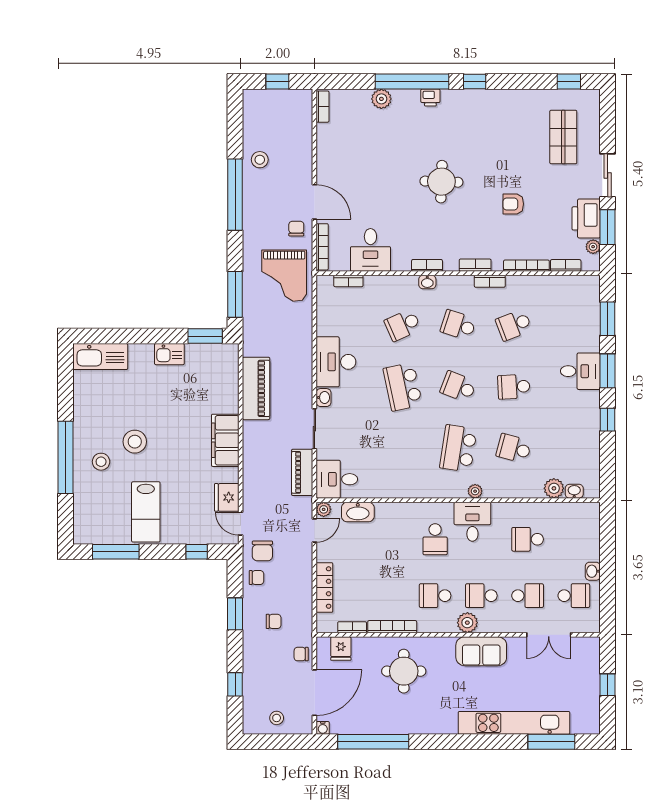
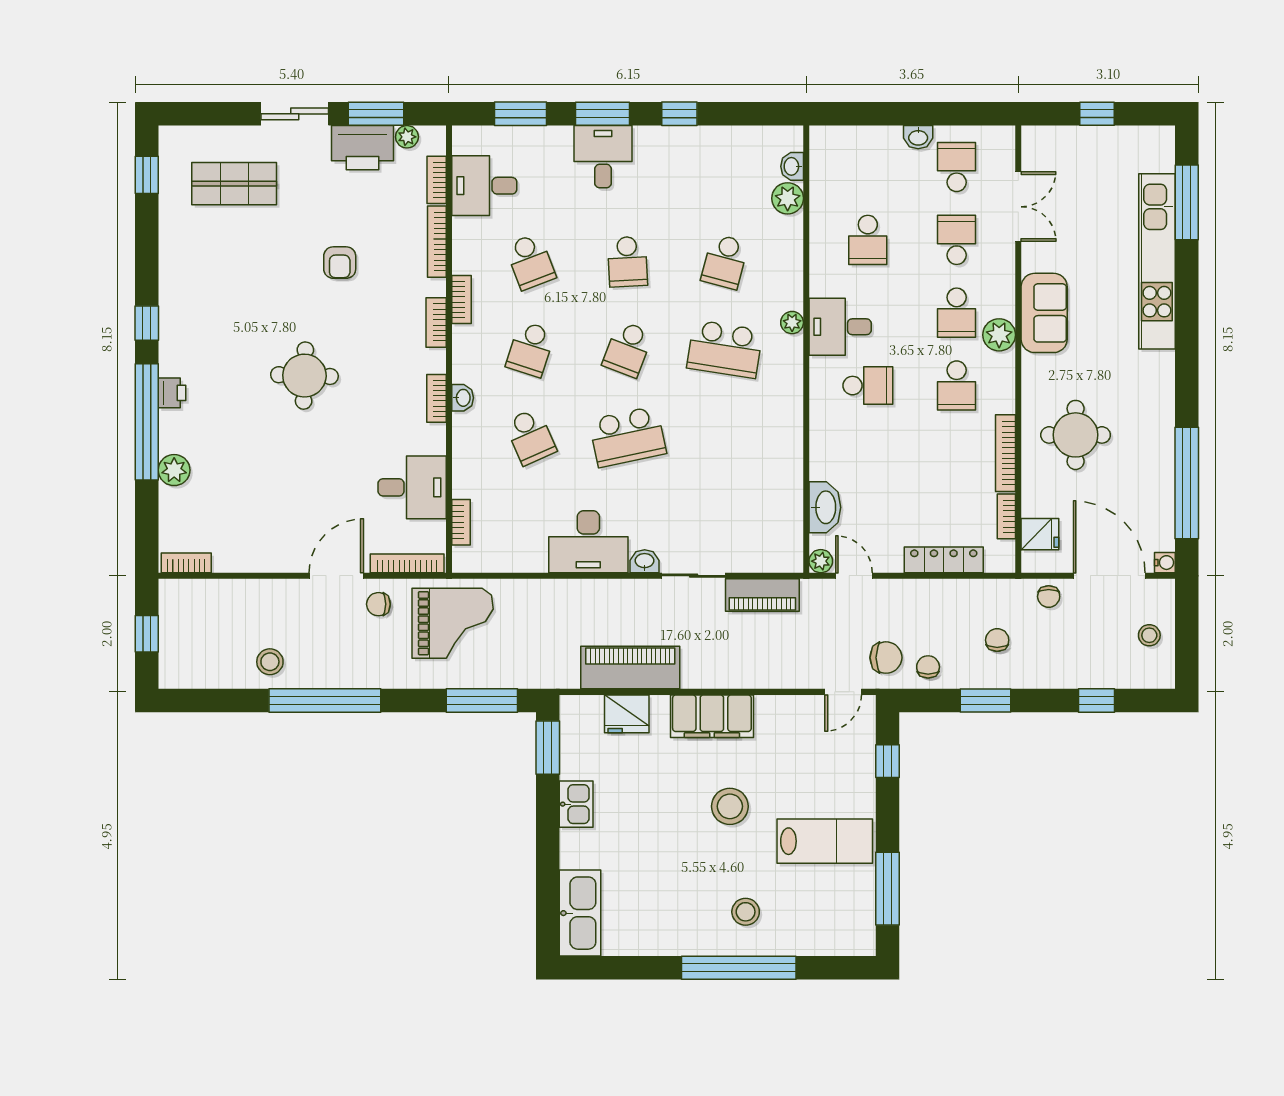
stool: (135, 442) -> (730, 806), moved
desk: (337, 479) -> (484, 186), moved, turned 90
fridge: (227, 497) -> (627, 714), moved

